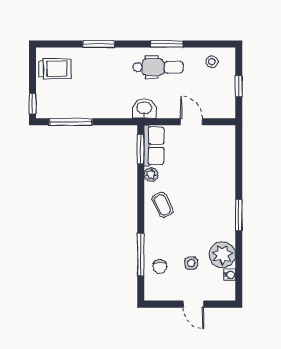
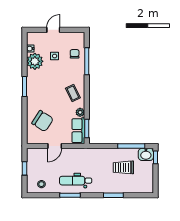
trolley: (55, 69) -> (123, 167), moved
washbasin: (144, 108) -> (146, 154), moved
door: (191, 122) -> (55, 146), hinge flipped
chair: (210, 161) -> (43, 121), added
door: (193, 304) -> (53, 30), hinge flipped

